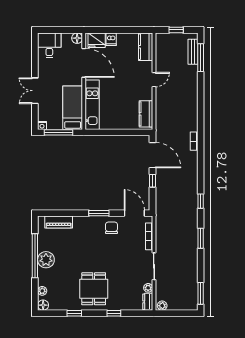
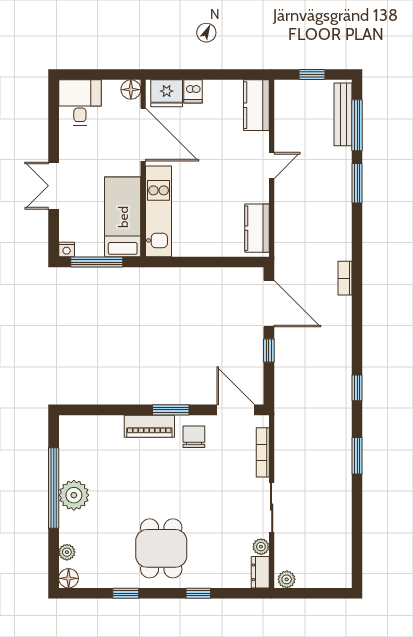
bench: (193, 52) -> (343, 114), width x1.36
piano: (59, 222) -> (149, 426), moved
window: (201, 293) -> (357, 183), moved

